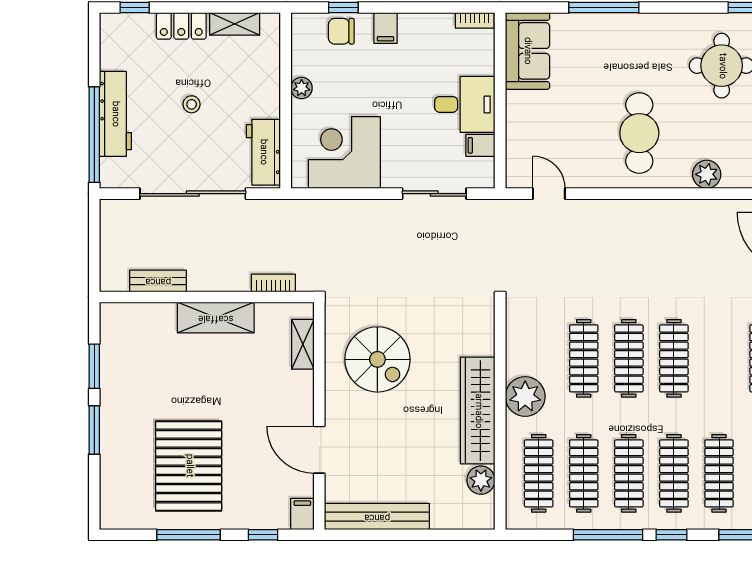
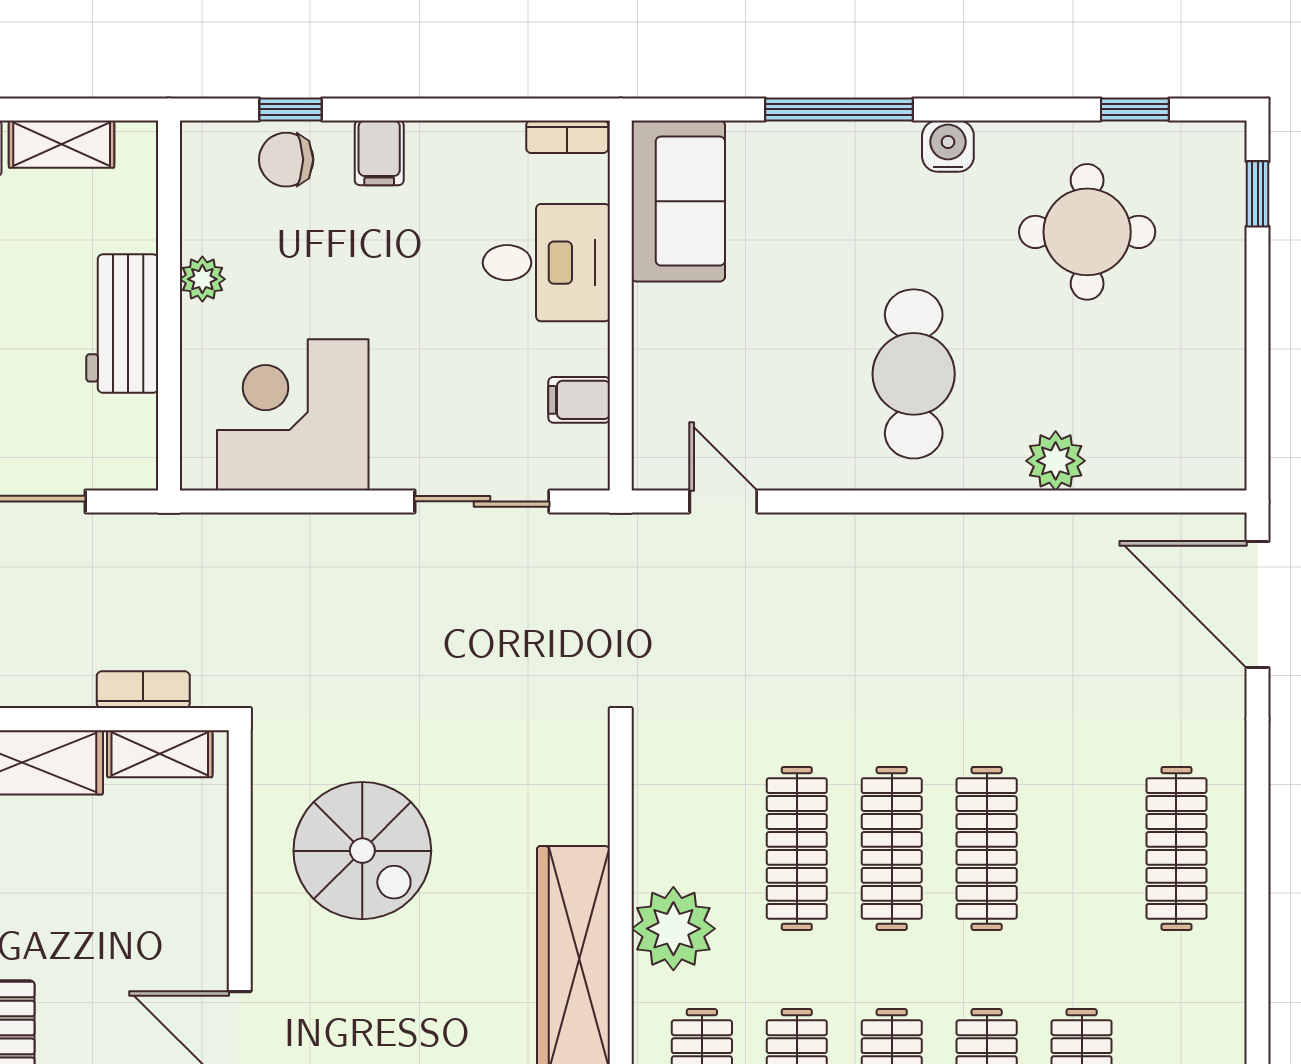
water cooler: (656, 25) -> (948, 146), added
desk: (465, 104) -> (546, 263), moved
workbench: (263, 152) -> (122, 324), moved
shelving: (303, 344) -> (160, 754), moved, turned 90

